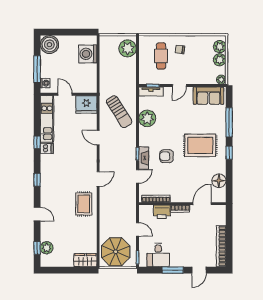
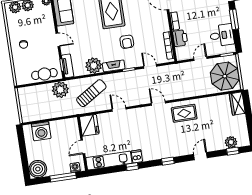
plant: (128, 48) -> (60, 90), moved
cafe table: (161, 56) -> (44, 74), moved
door: (98, 138) -> (119, 109), swing flipped
fireplace: (144, 158) -> (114, 66), moved

